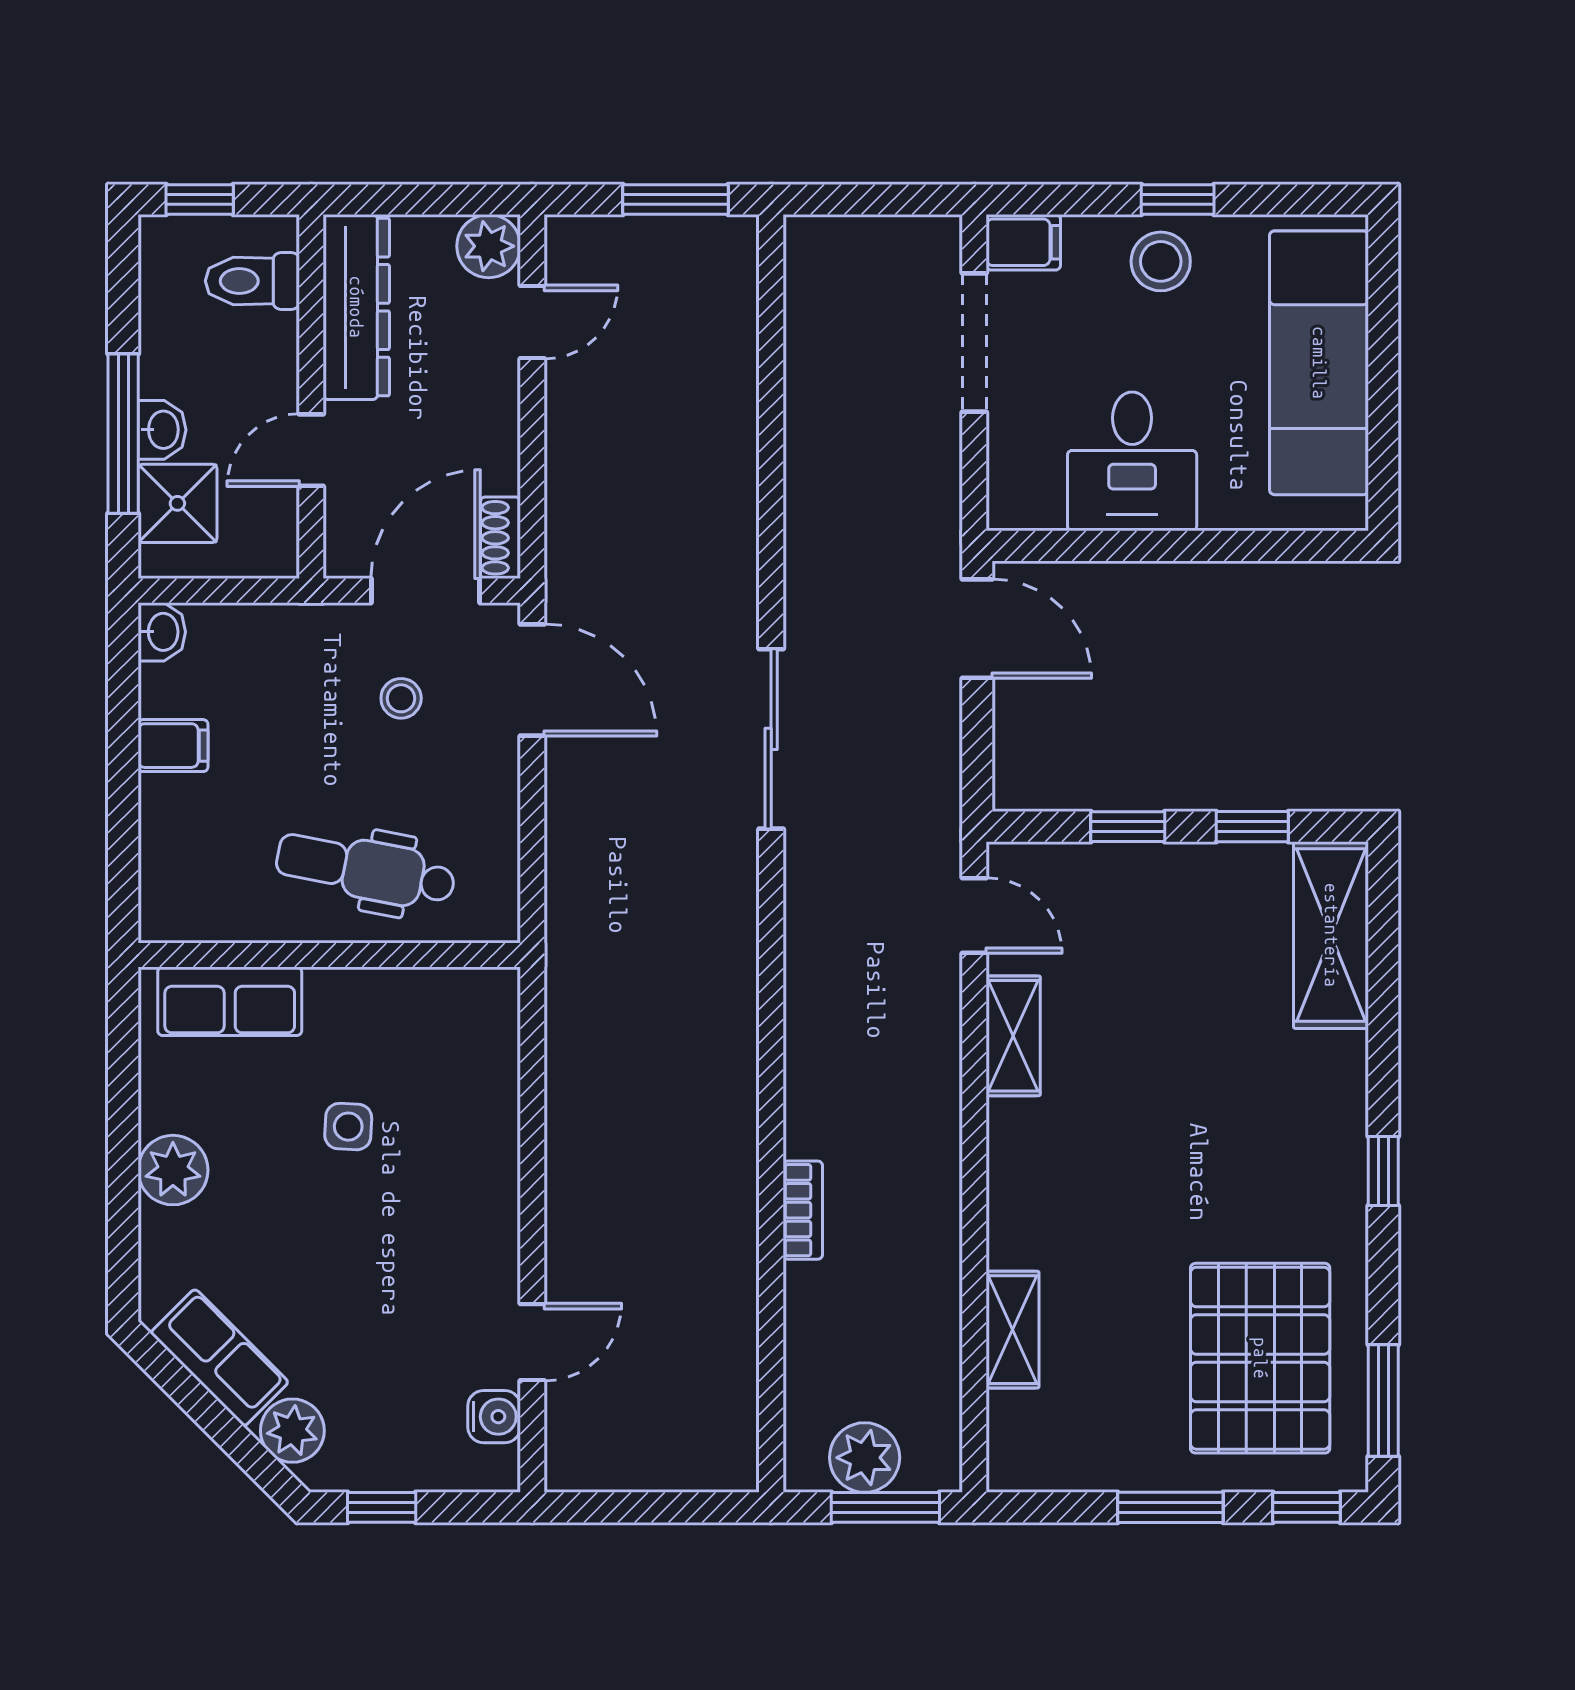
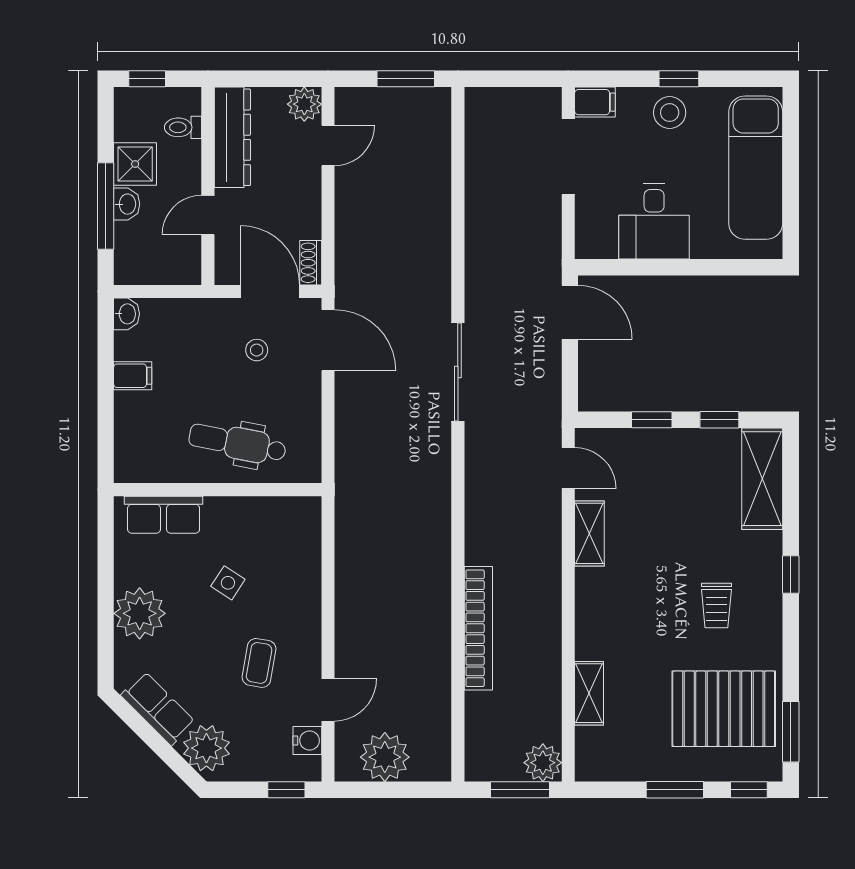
toilet: (252, 281) -> (183, 127), width x0.73, depth x0.72
shower: (177, 503) -> (135, 164), moved
door: (426, 591) -> (270, 292), hinge flipped
side table: (348, 1127) -> (228, 583), turned 30
trolley: (1247, 1168) -> (716, 605), added
plant: (173, 1170) -> (140, 613), width x1.36, depth x1.36
window: (1383, 1171) -> (791, 574), moved
bookcase: (803, 1210) -> (478, 628), width x2.31, depth x1.31
coffee table: (405, 1274) -> (259, 663), added
pallet: (1260, 1358) -> (724, 709), turned 90
plant: (292, 1431) -> (206, 748), width x1.36, depth x1.36
plant: (637, 1447) -> (385, 757), added
plant: (865, 1458) -> (543, 763), moved
window: (382, 1507) -> (286, 790), moved

